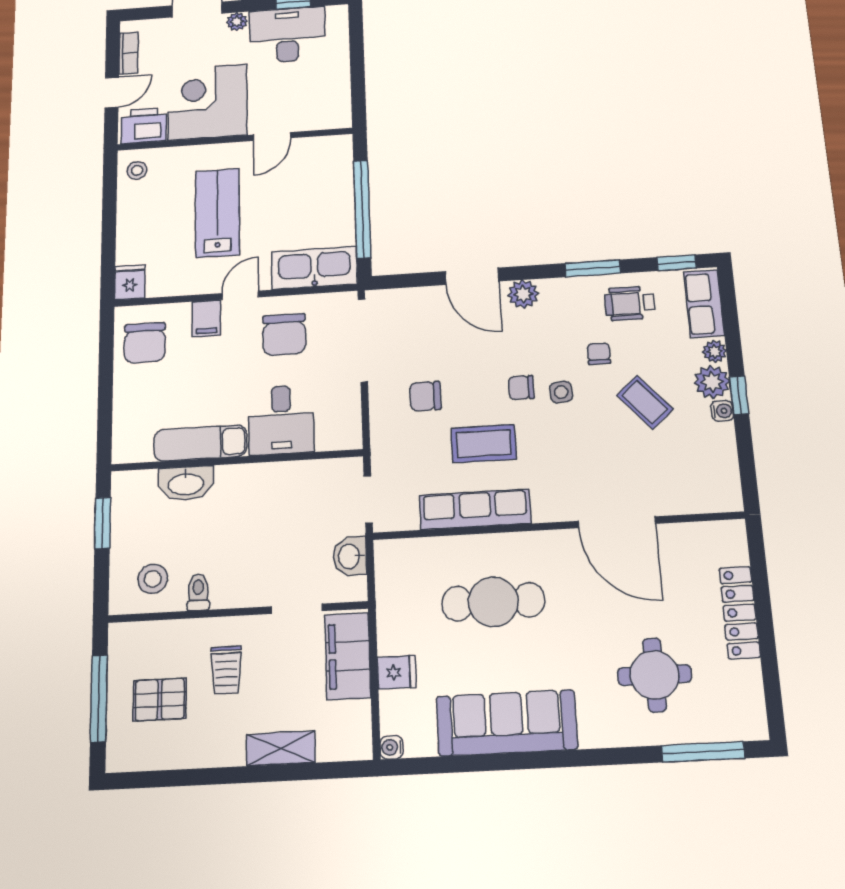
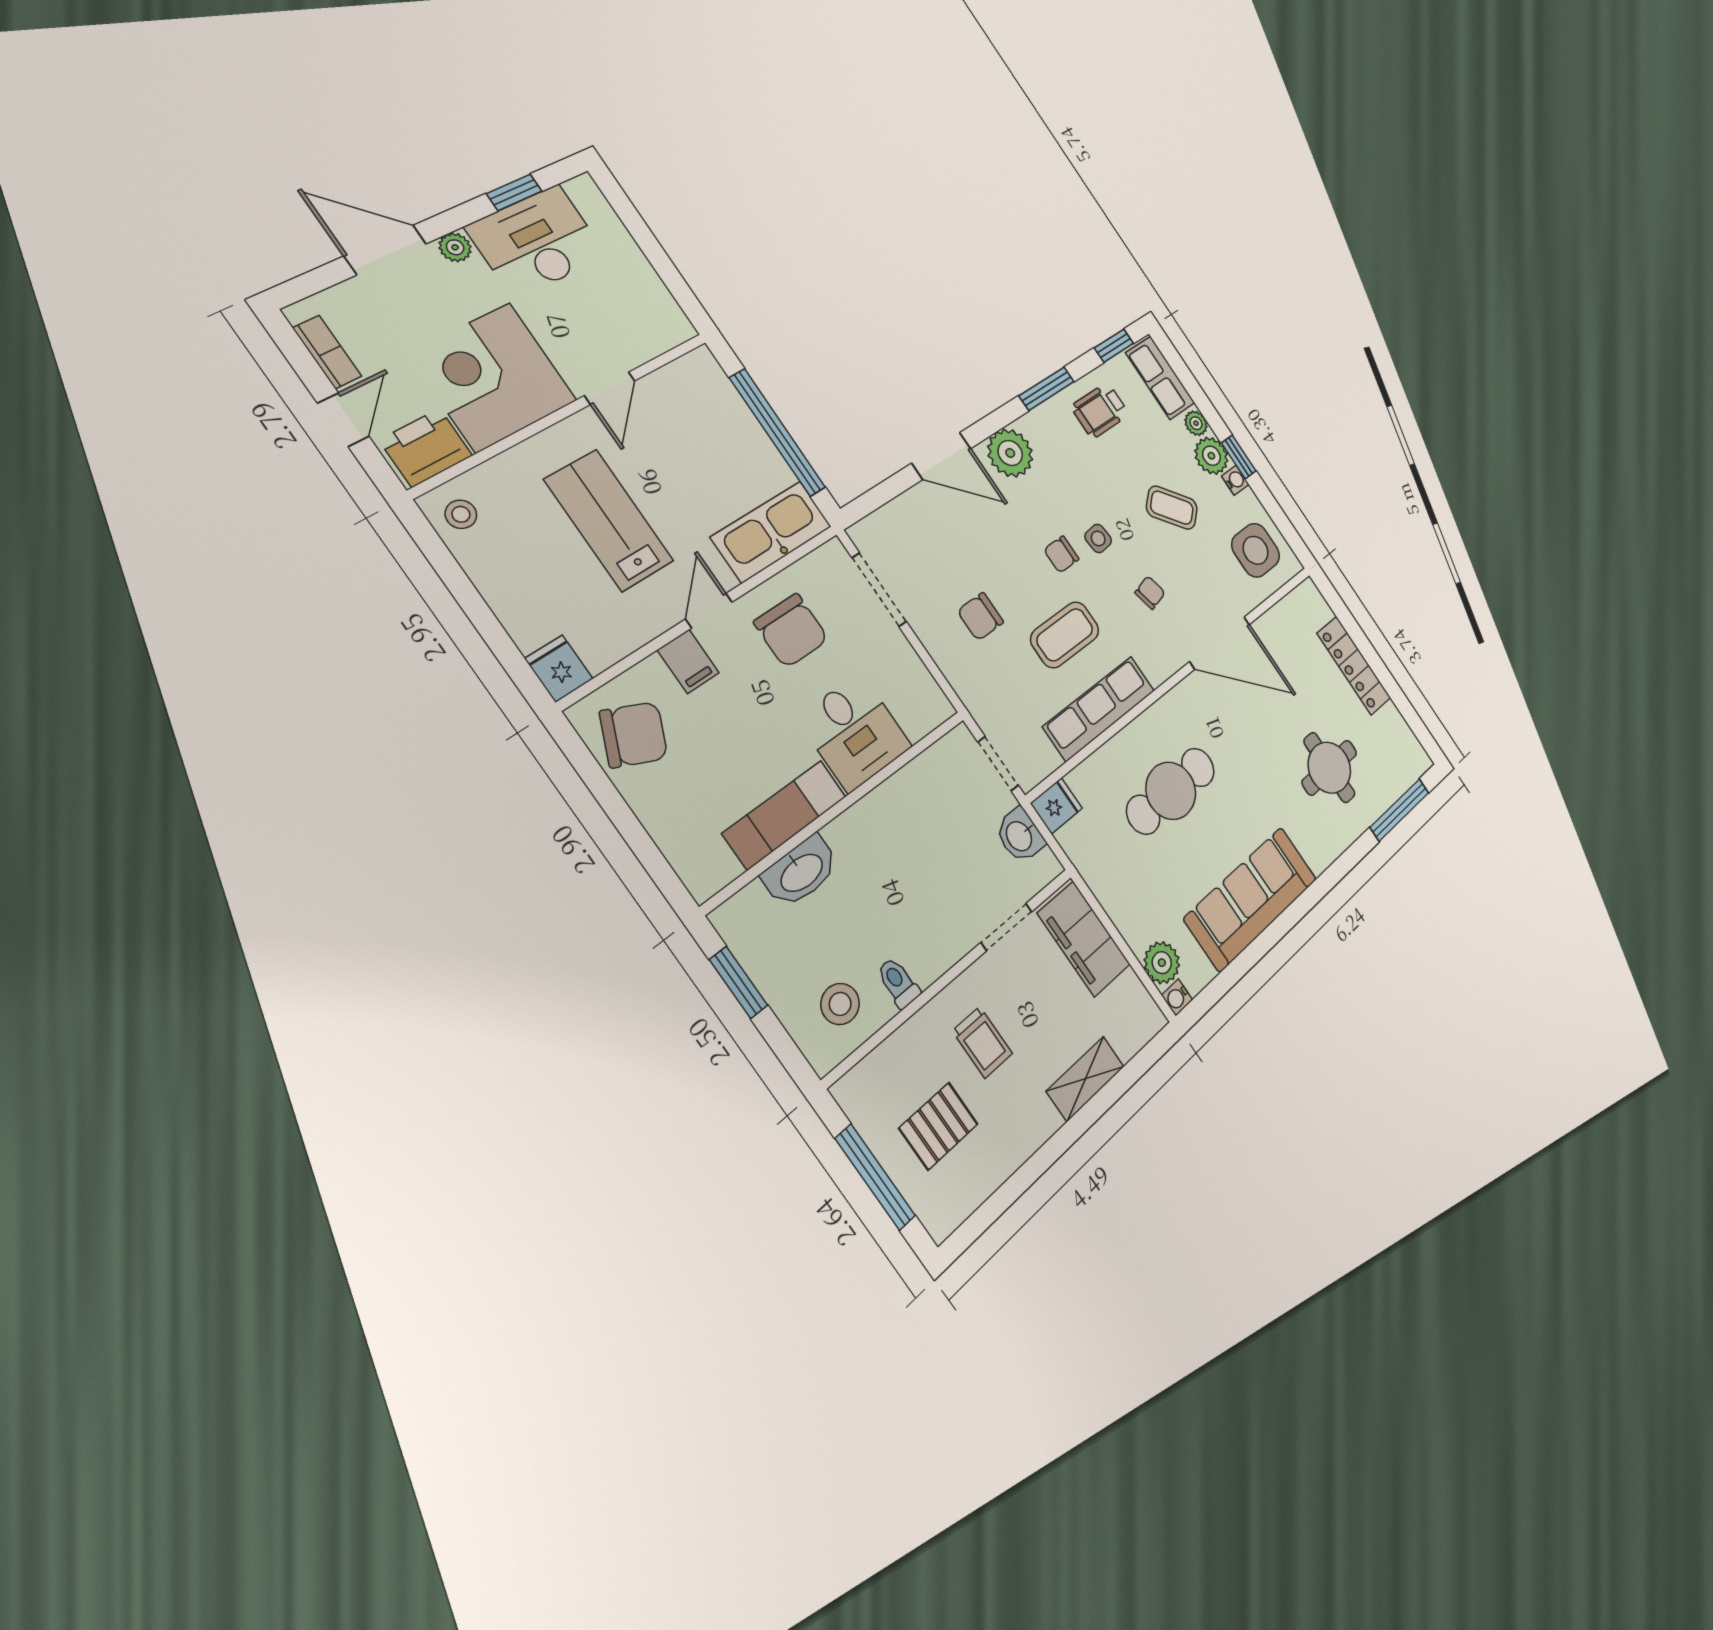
plant: (523, 294) -> (1010, 453), width x1.36, depth x1.36
doorway: (363, 340) -> (879, 590), width x0.73
chair: (145, 343) -> (634, 735), turned -66
chair: (599, 354) -> (1150, 593), moved, turned 76
side table: (703, 473) -> (1256, 550), added
fridge: (397, 672) -> (1056, 806), moved
plant: (397, 715) -> (1162, 963), added

